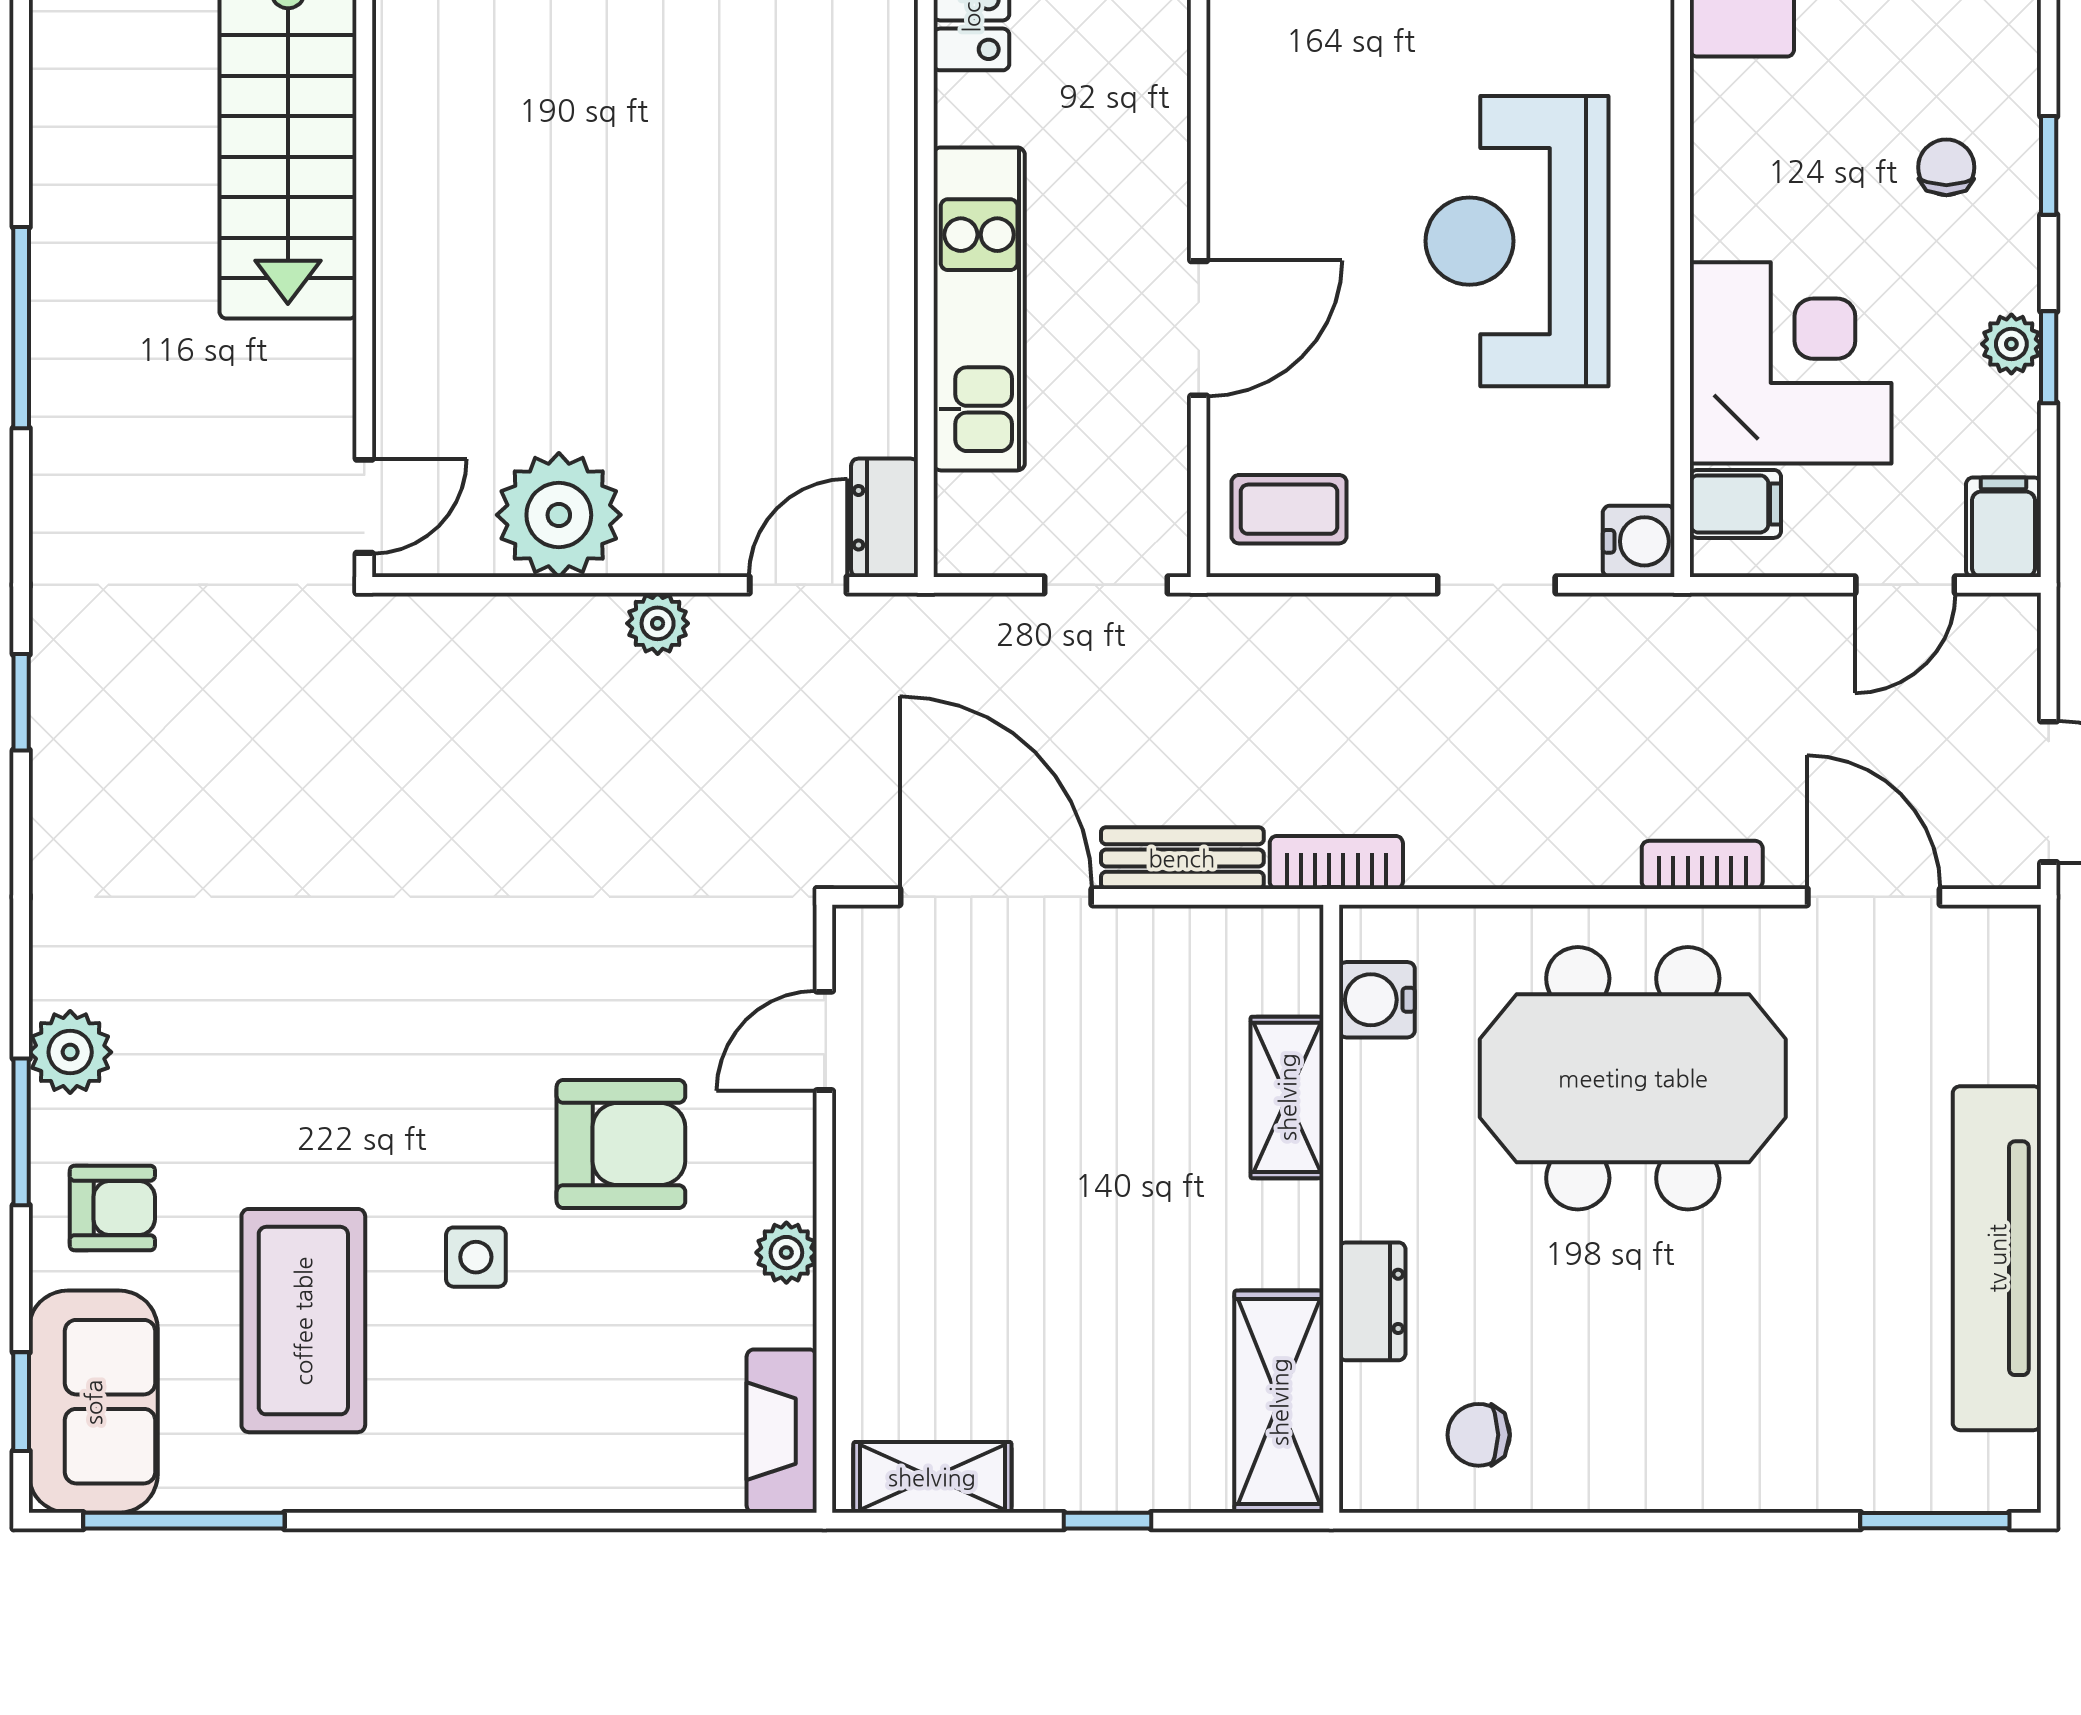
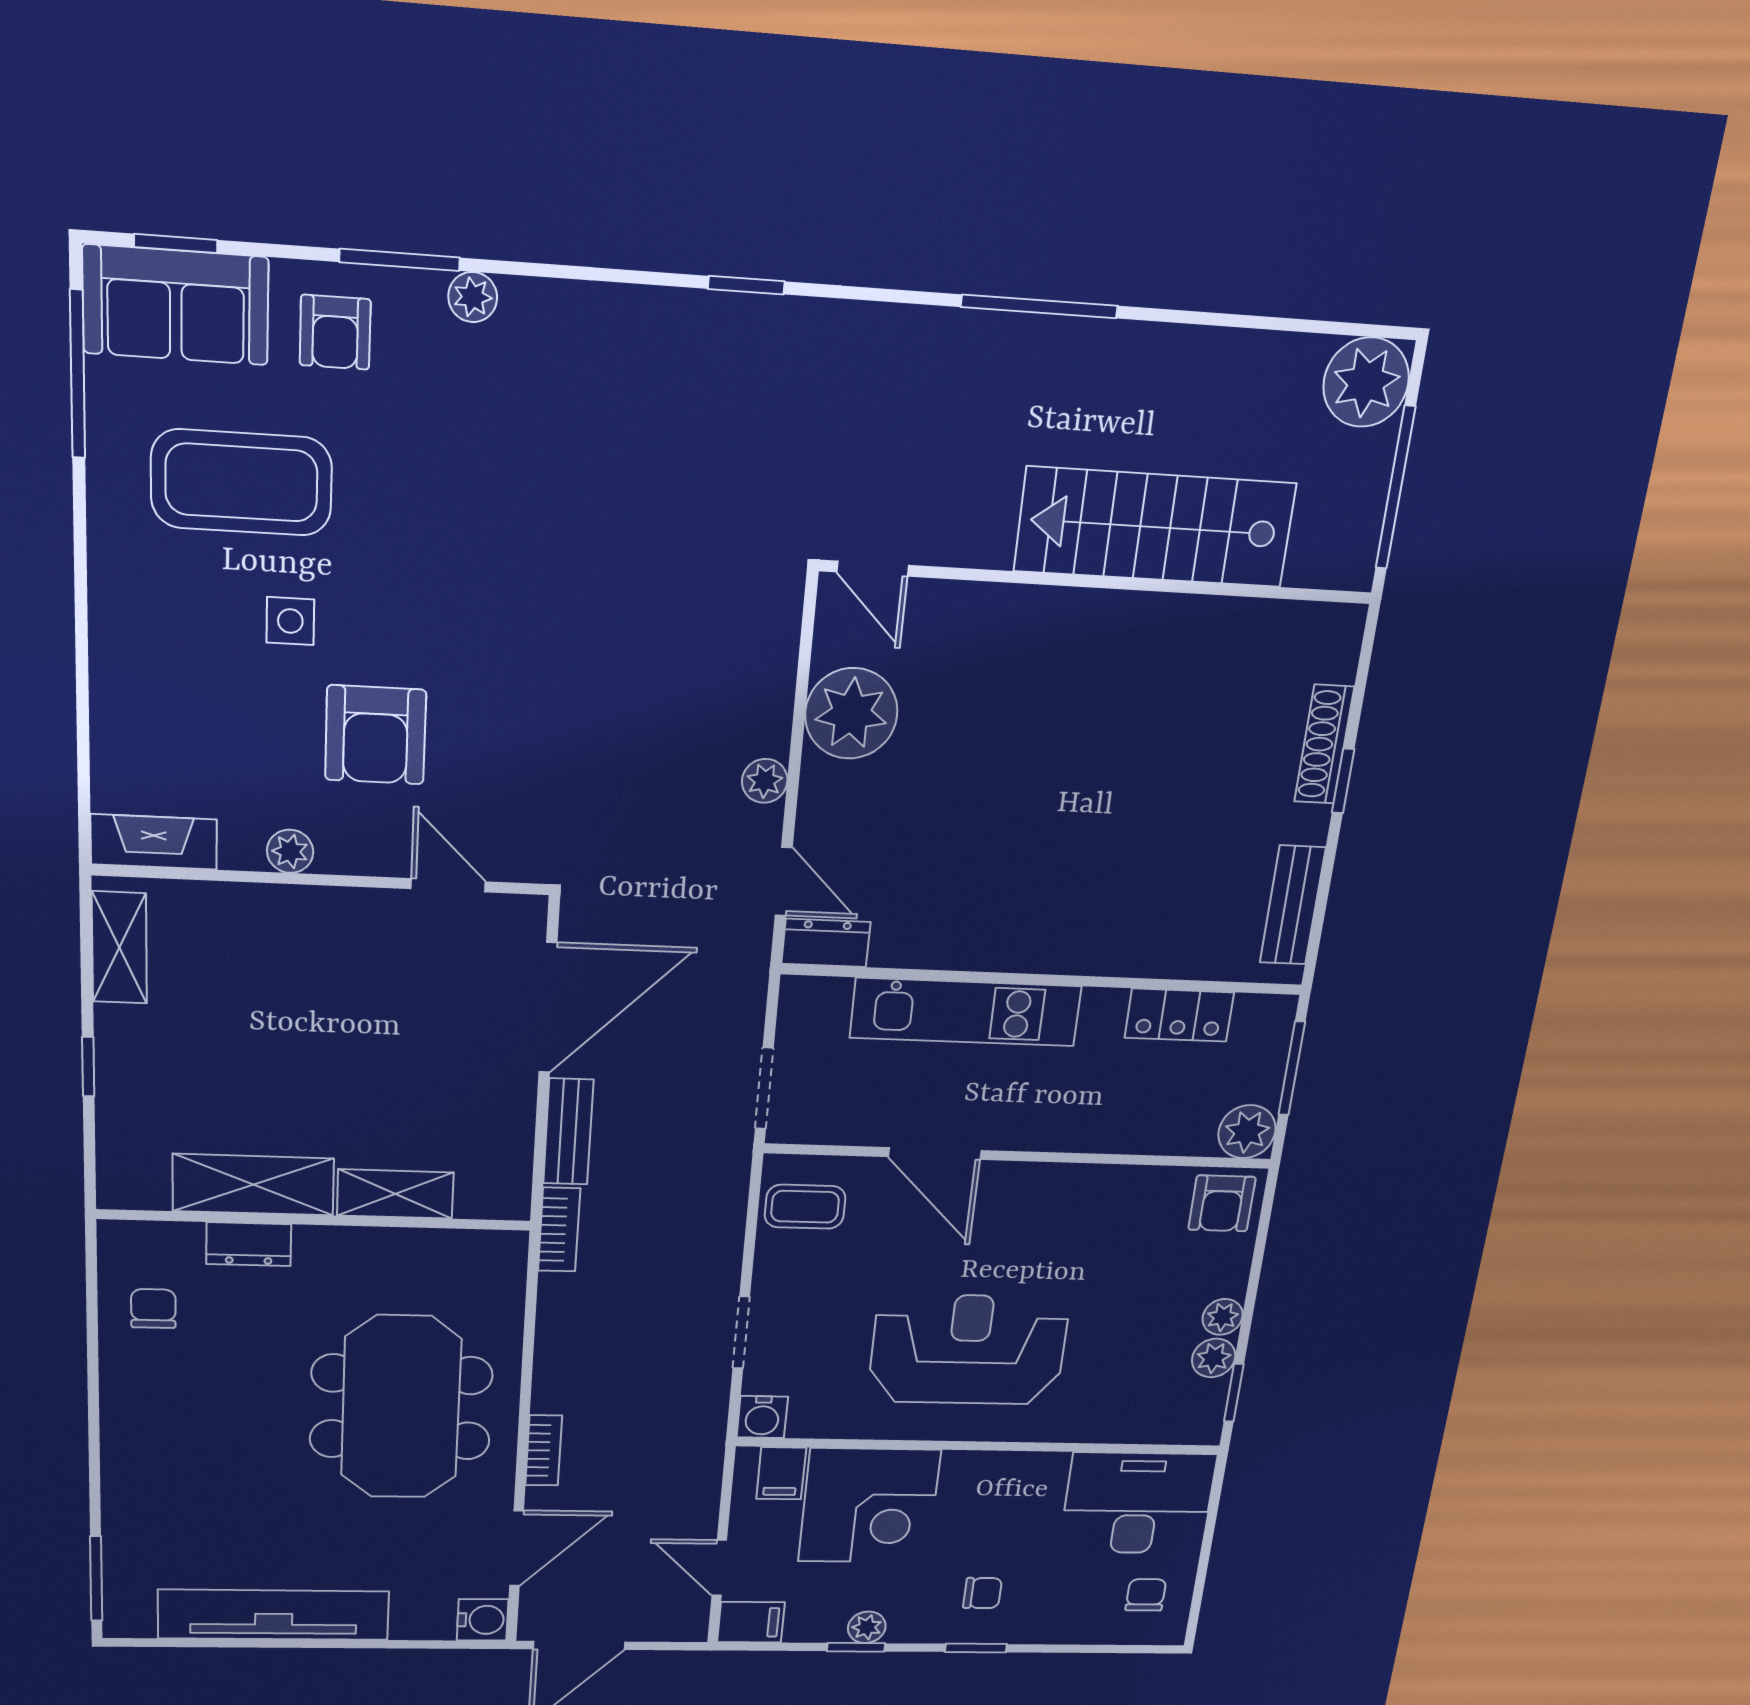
coffee table: (1289, 509) -> (805, 1207), turned 90
water cooler: (1377, 1000) -> (483, 1620), moved, turned 90
plant: (70, 1052) -> (473, 297), width x0.73, depth x0.73
shelving: (1279, 1402) -> (253, 1185), moved

